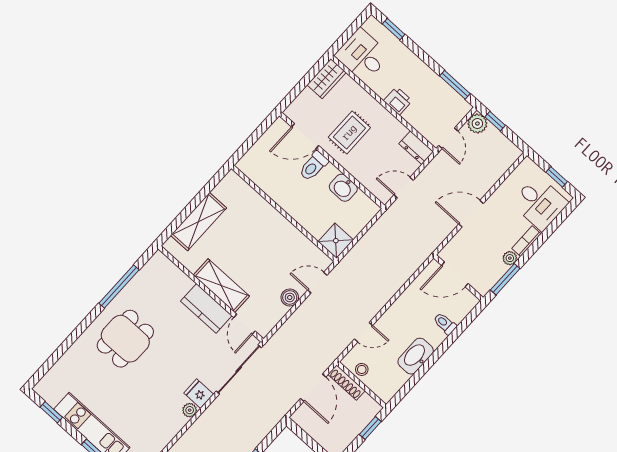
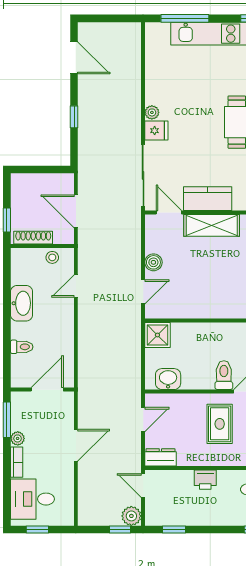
window: (455, 85) -> (174, 529), width x0.67
washbasin: (343, 188) -> (168, 379), moved
shoe rack: (346, 383) -> (33, 238), moved

